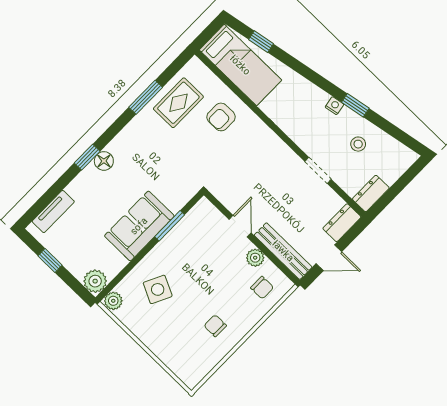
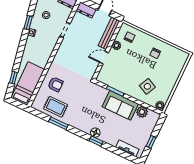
plant: (95, 281) -> (142, 112), moved

